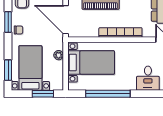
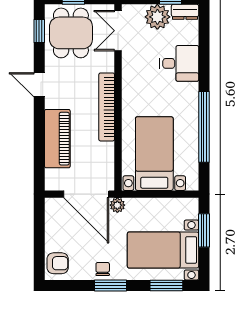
door: (66, 20) -> (86, 194), hinge flipped
window: (8, 22) -> (110, 285), moved
plant: (59, 55) -> (117, 205), moved

